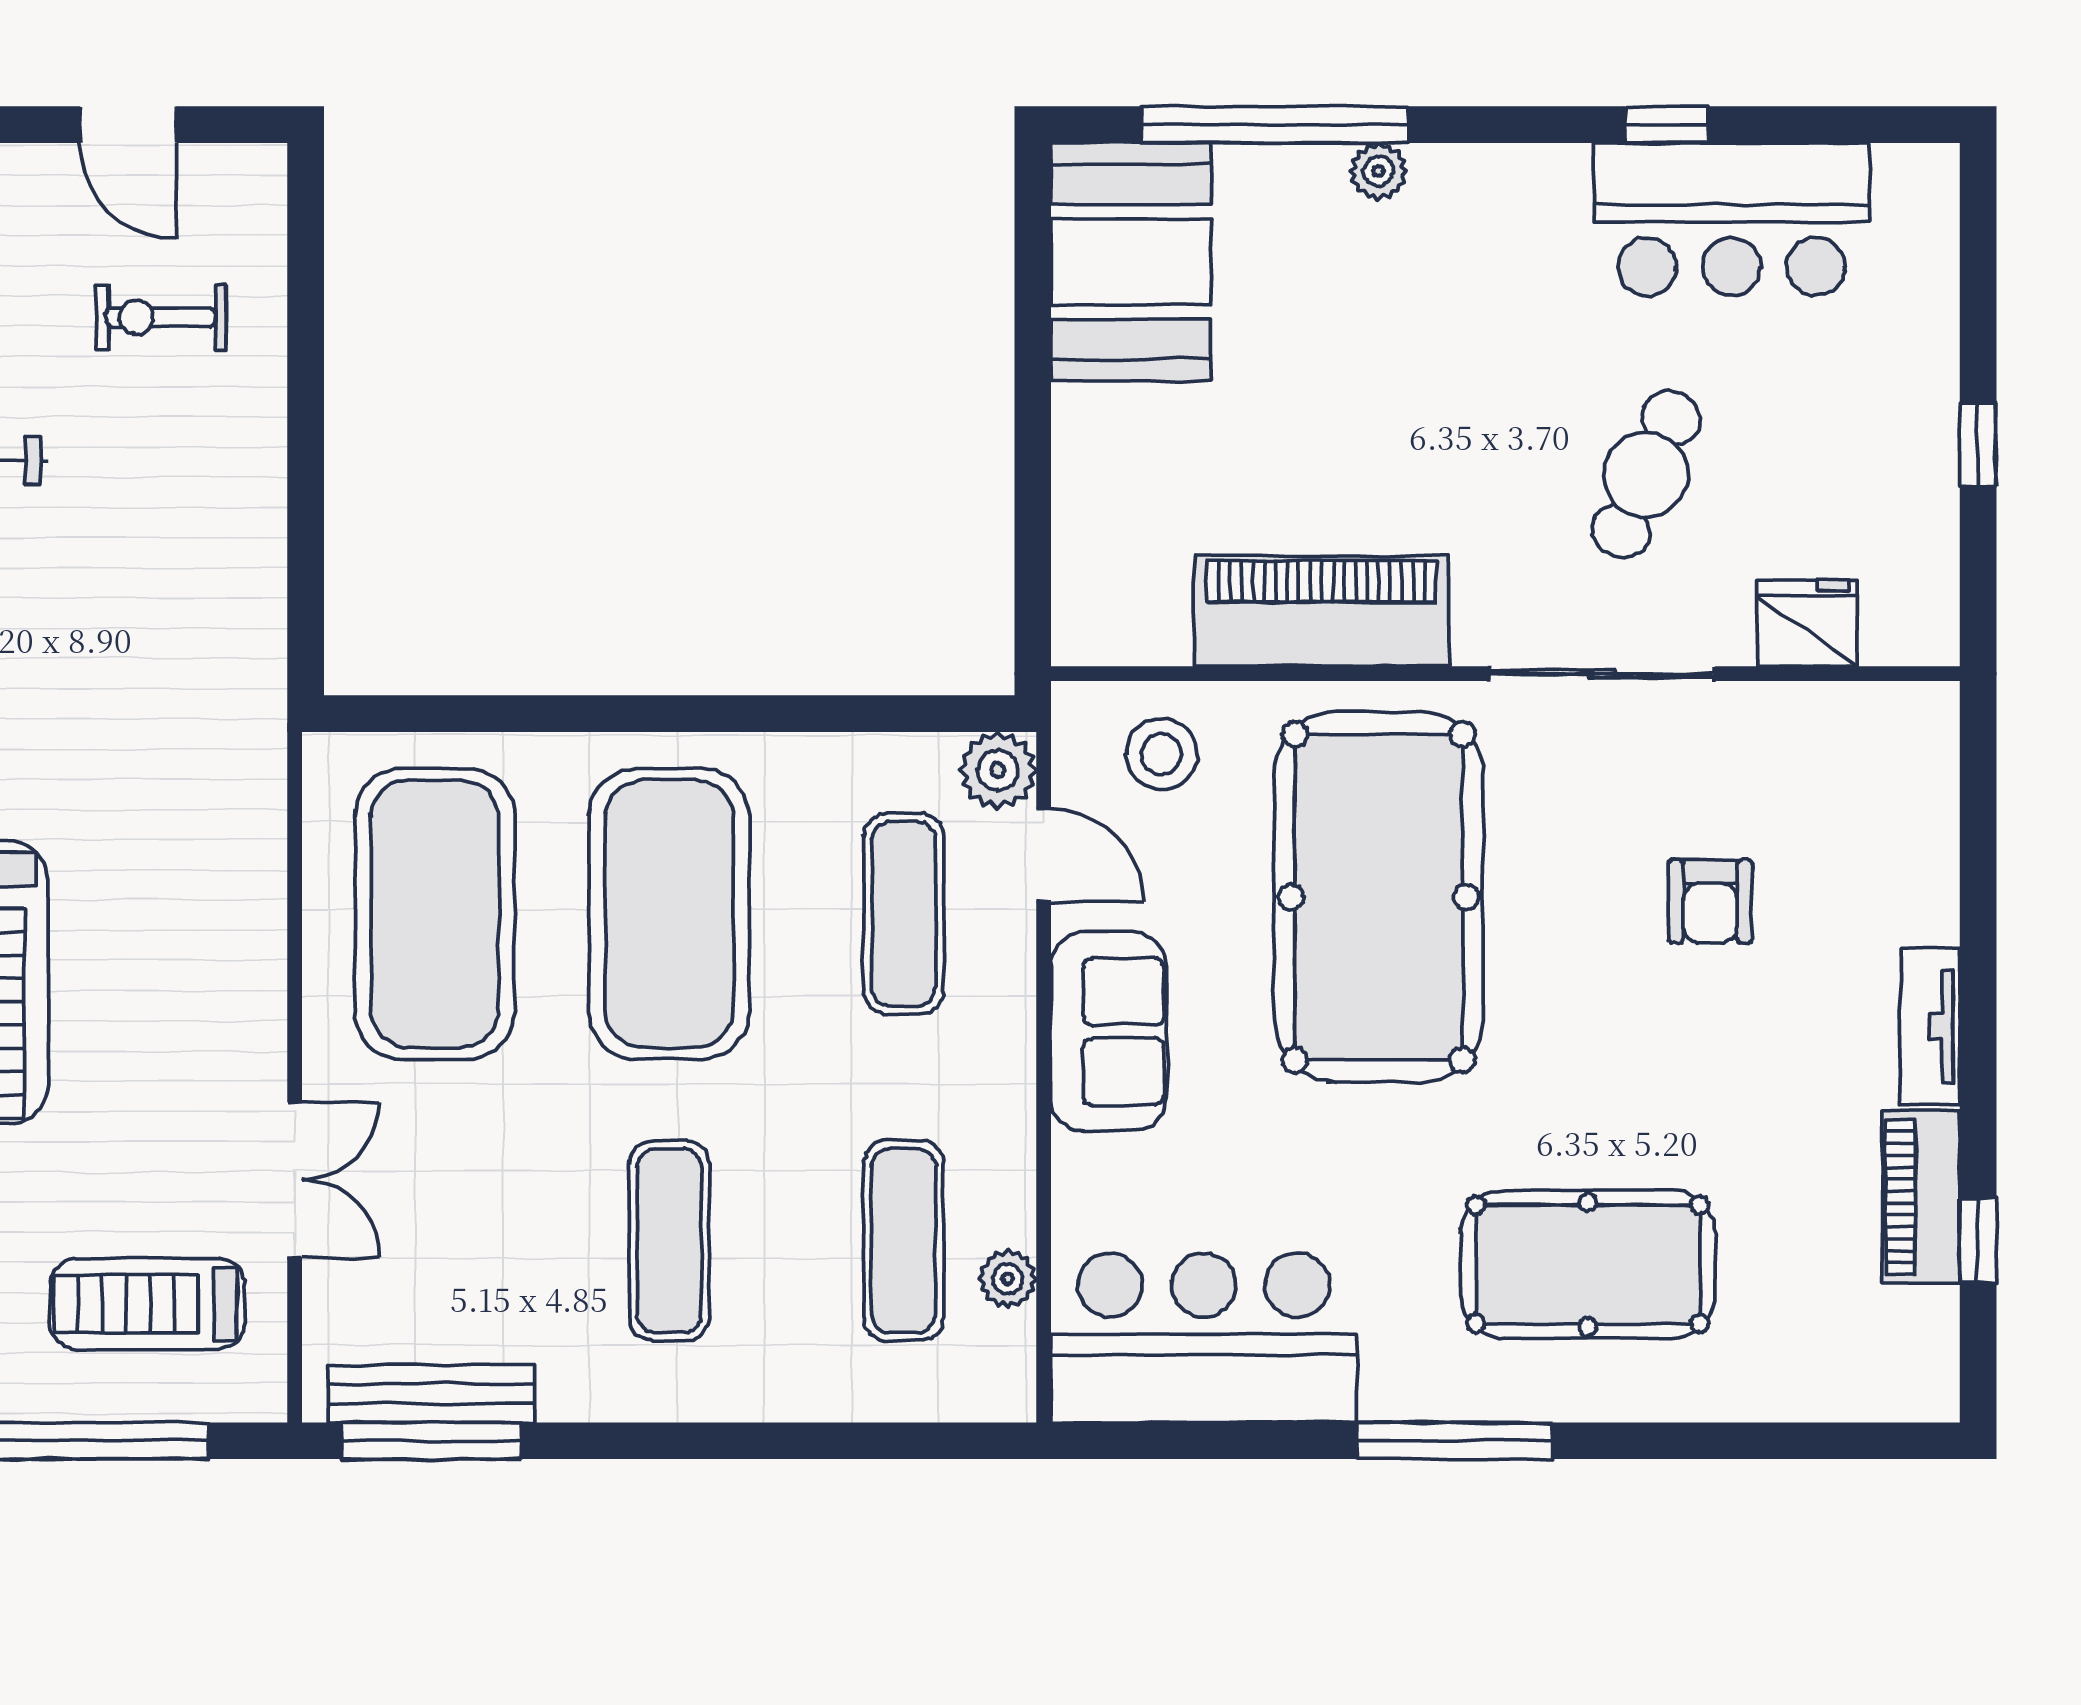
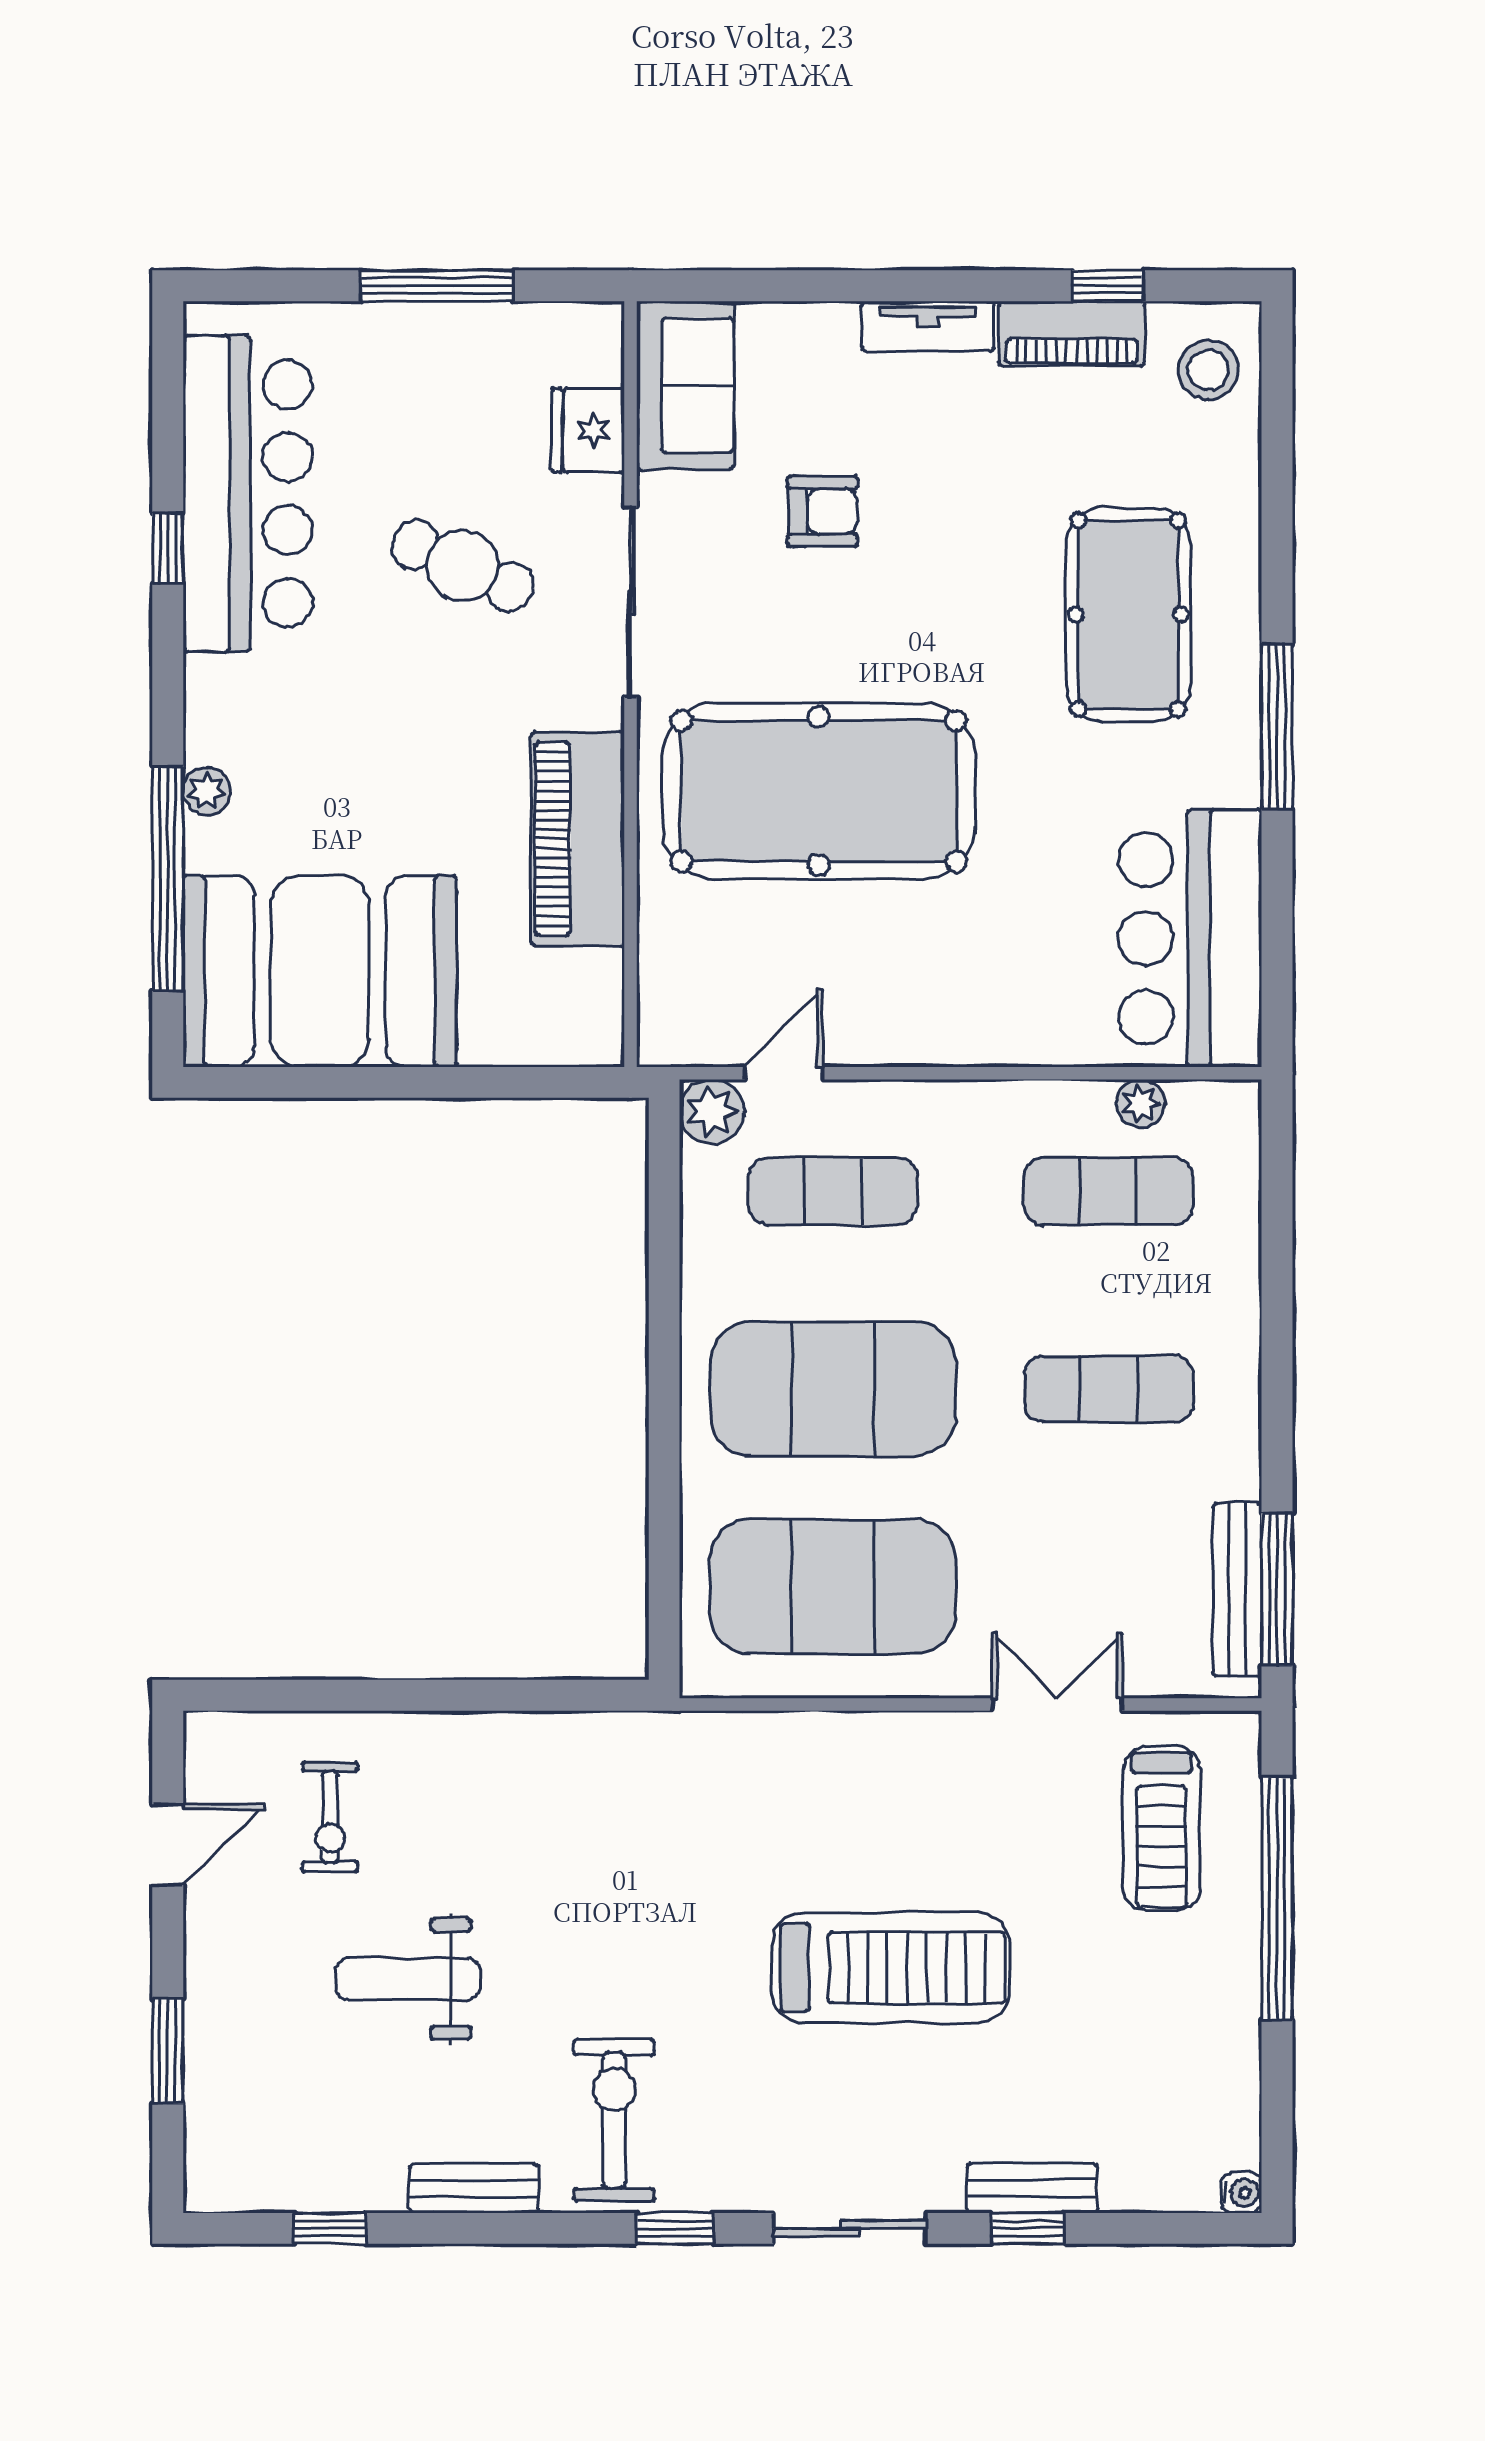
bar counter: (1731, 219) -> (248, 494), width x1.36
booth: (1131, 262) -> (320, 971), width x1.36, depth x1.42
window: (1978, 445) -> (437, 286), width x2.17
stool: (1161, 754) -> (1208, 370), moved
sofa: (1109, 1032) -> (685, 385), moved, turned 90

